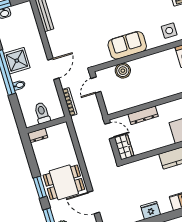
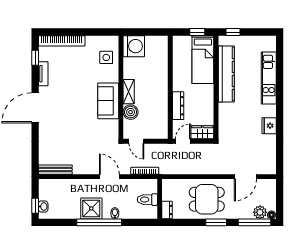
shelving: (142, 63) -> (129, 92), added
dining table: (64, 182) -> (207, 199), moved, turned 90

